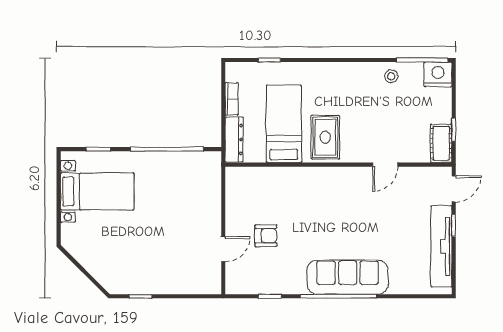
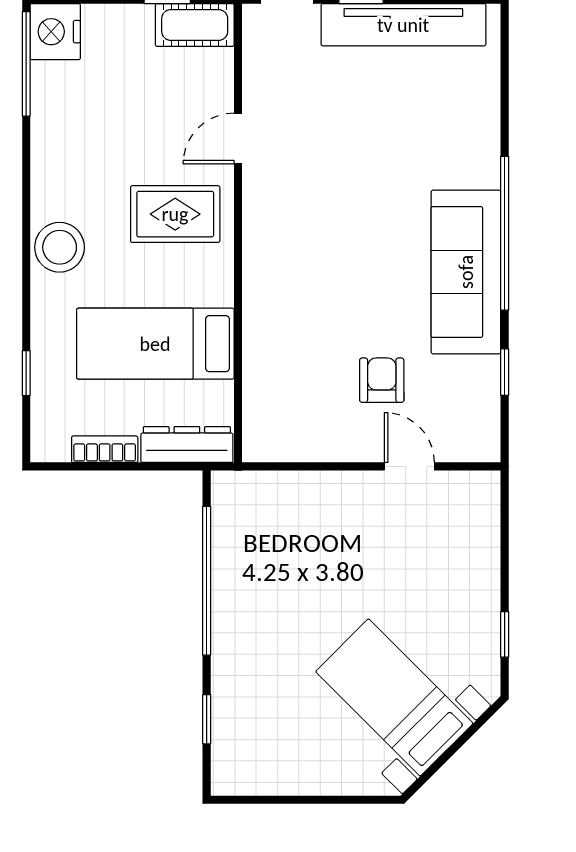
stool: (391, 76) -> (60, 247), moved, width x1.89, depth x1.89
rug: (325, 137) -> (175, 214), moved
door: (385, 165) -> (238, 138), swing flipped
bed with nightstands: (97, 191) -> (394, 697), moved, turned -45
sofa: (348, 277) -> (466, 272), moved

